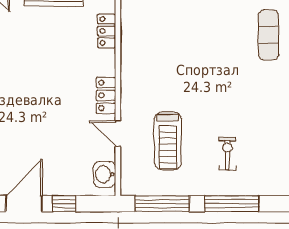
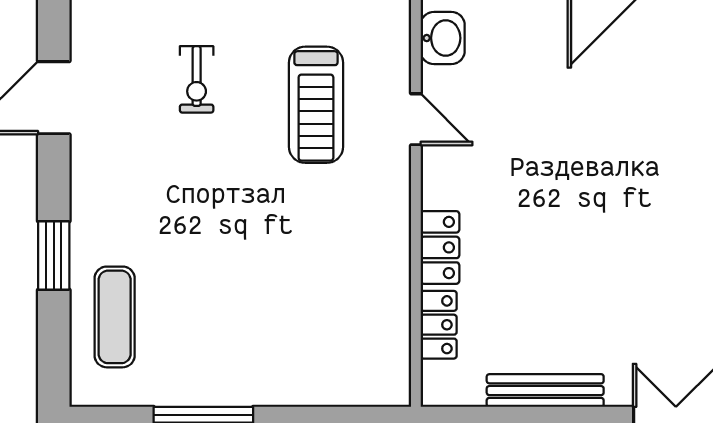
locker: (106, 95) -> (440, 247), moved
treadmill: (168, 141) -> (316, 105), turned 180

